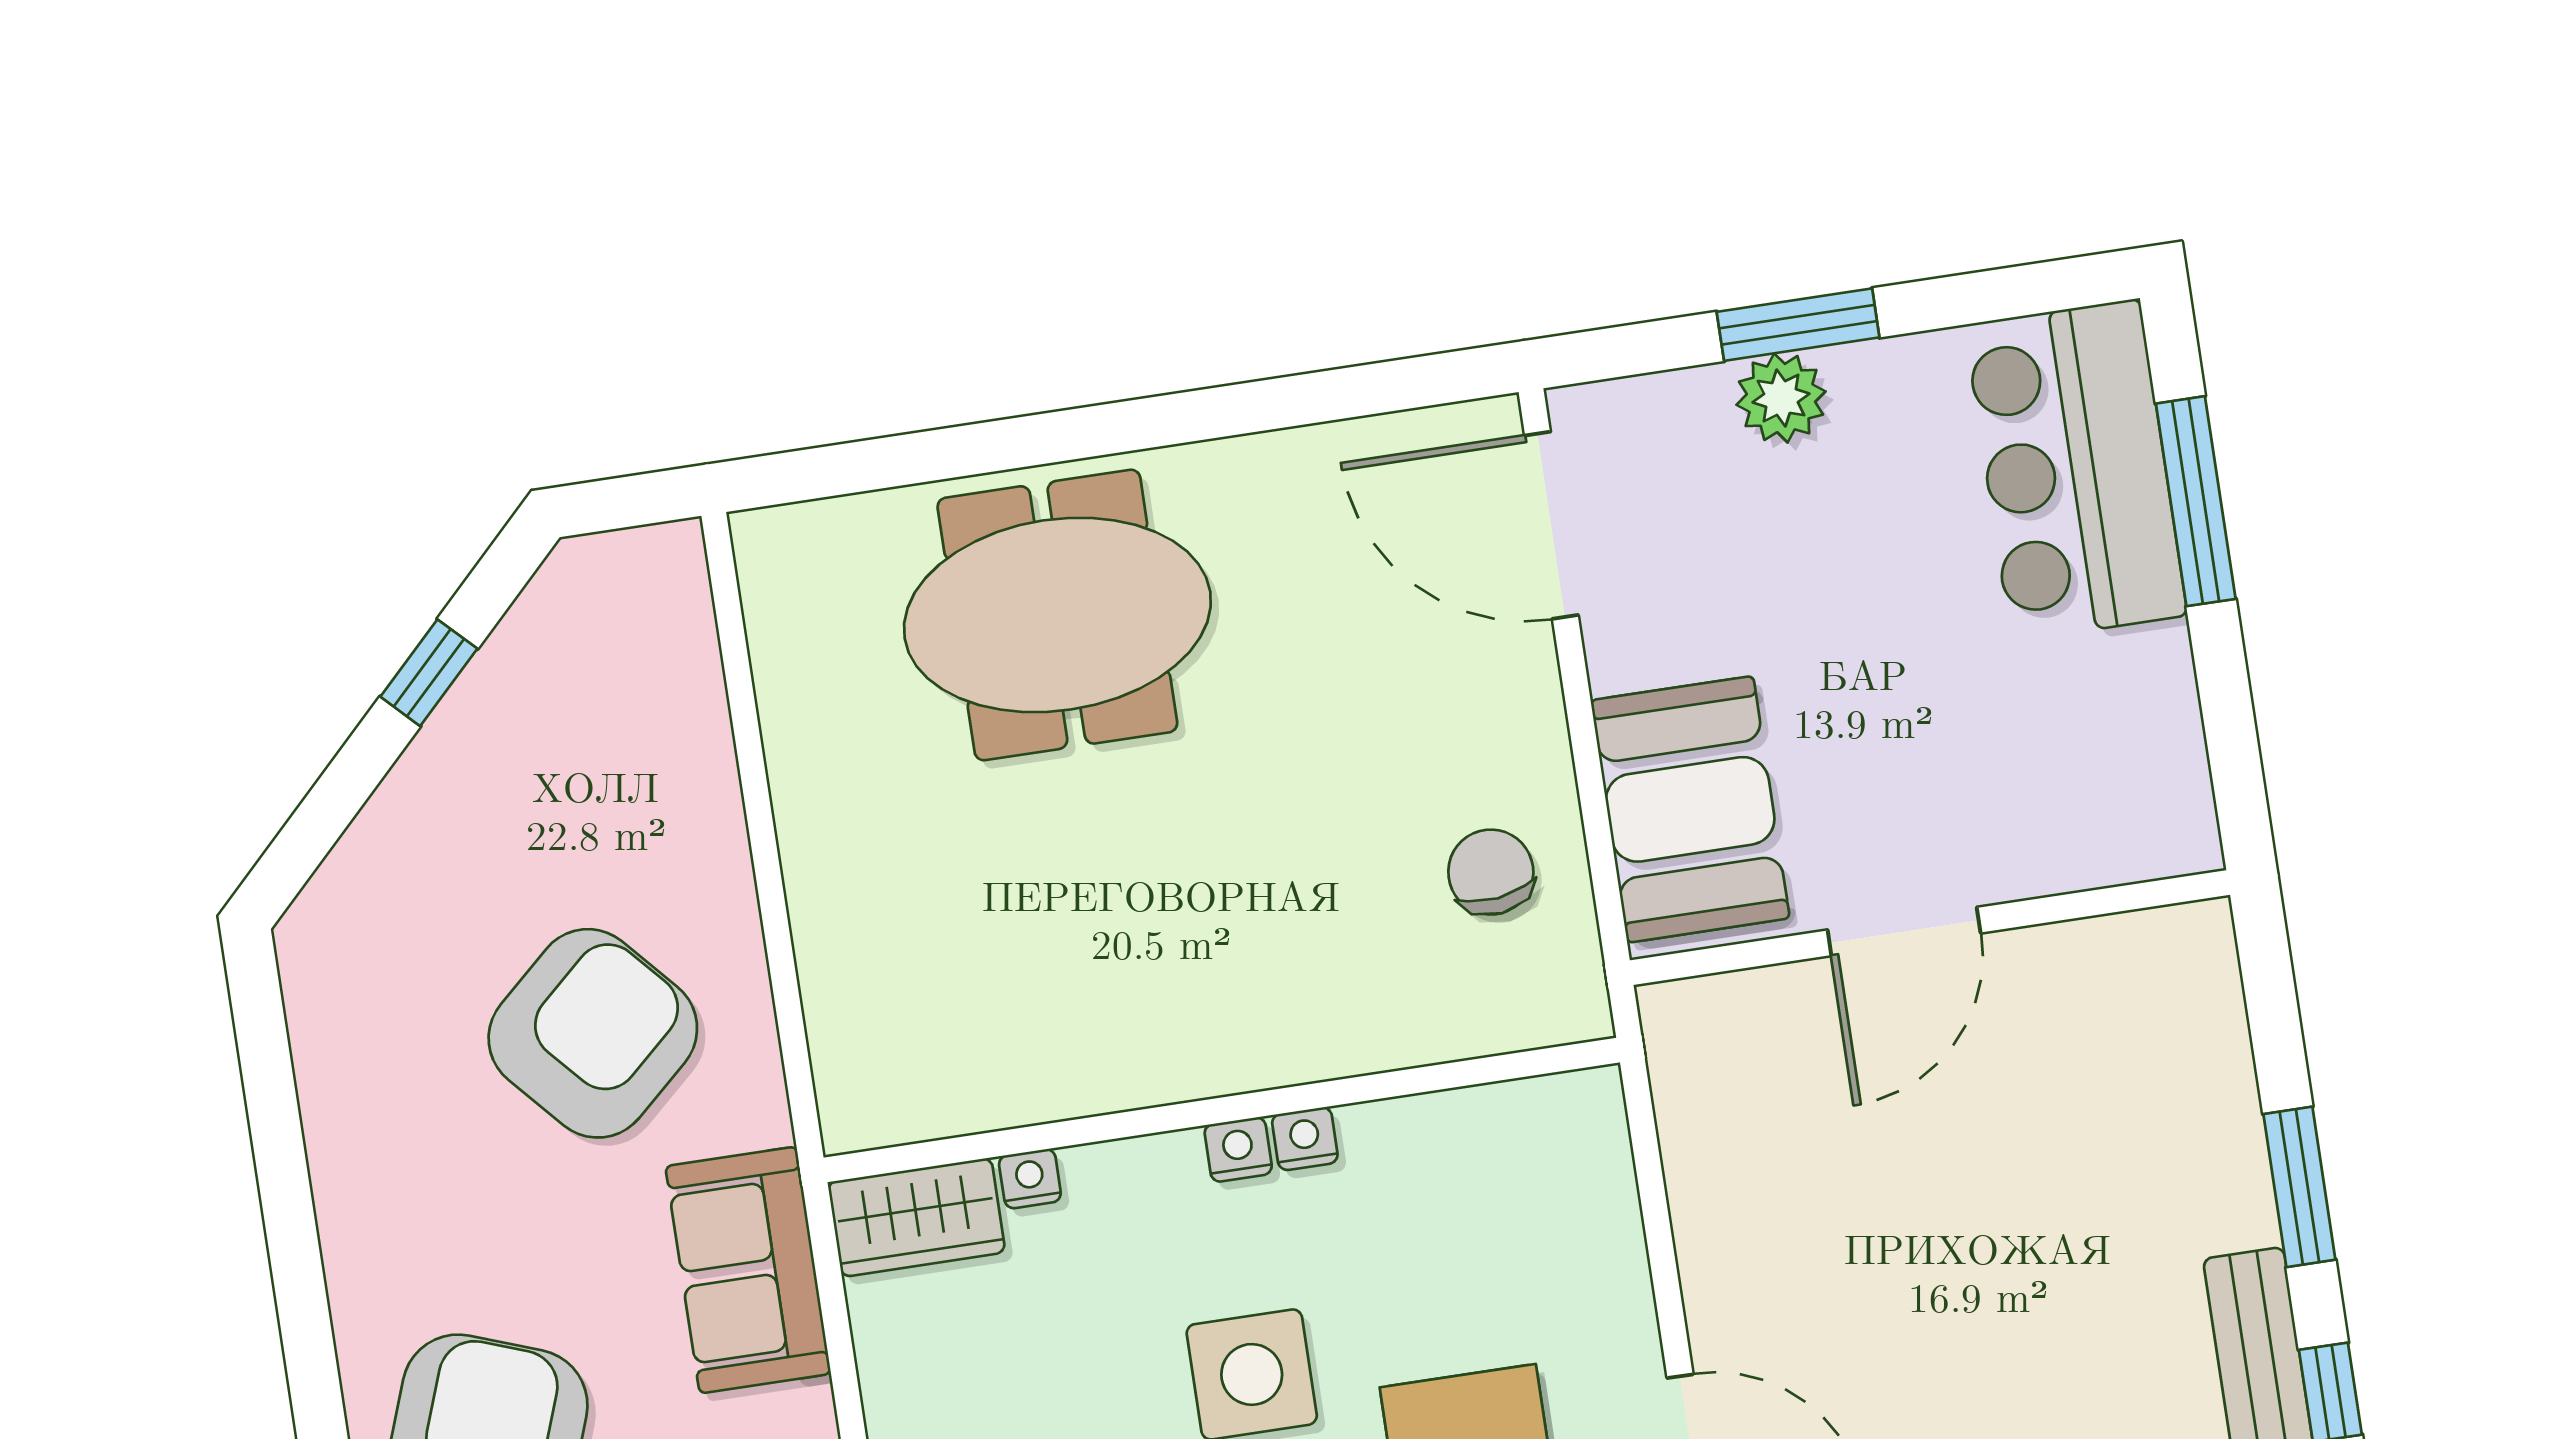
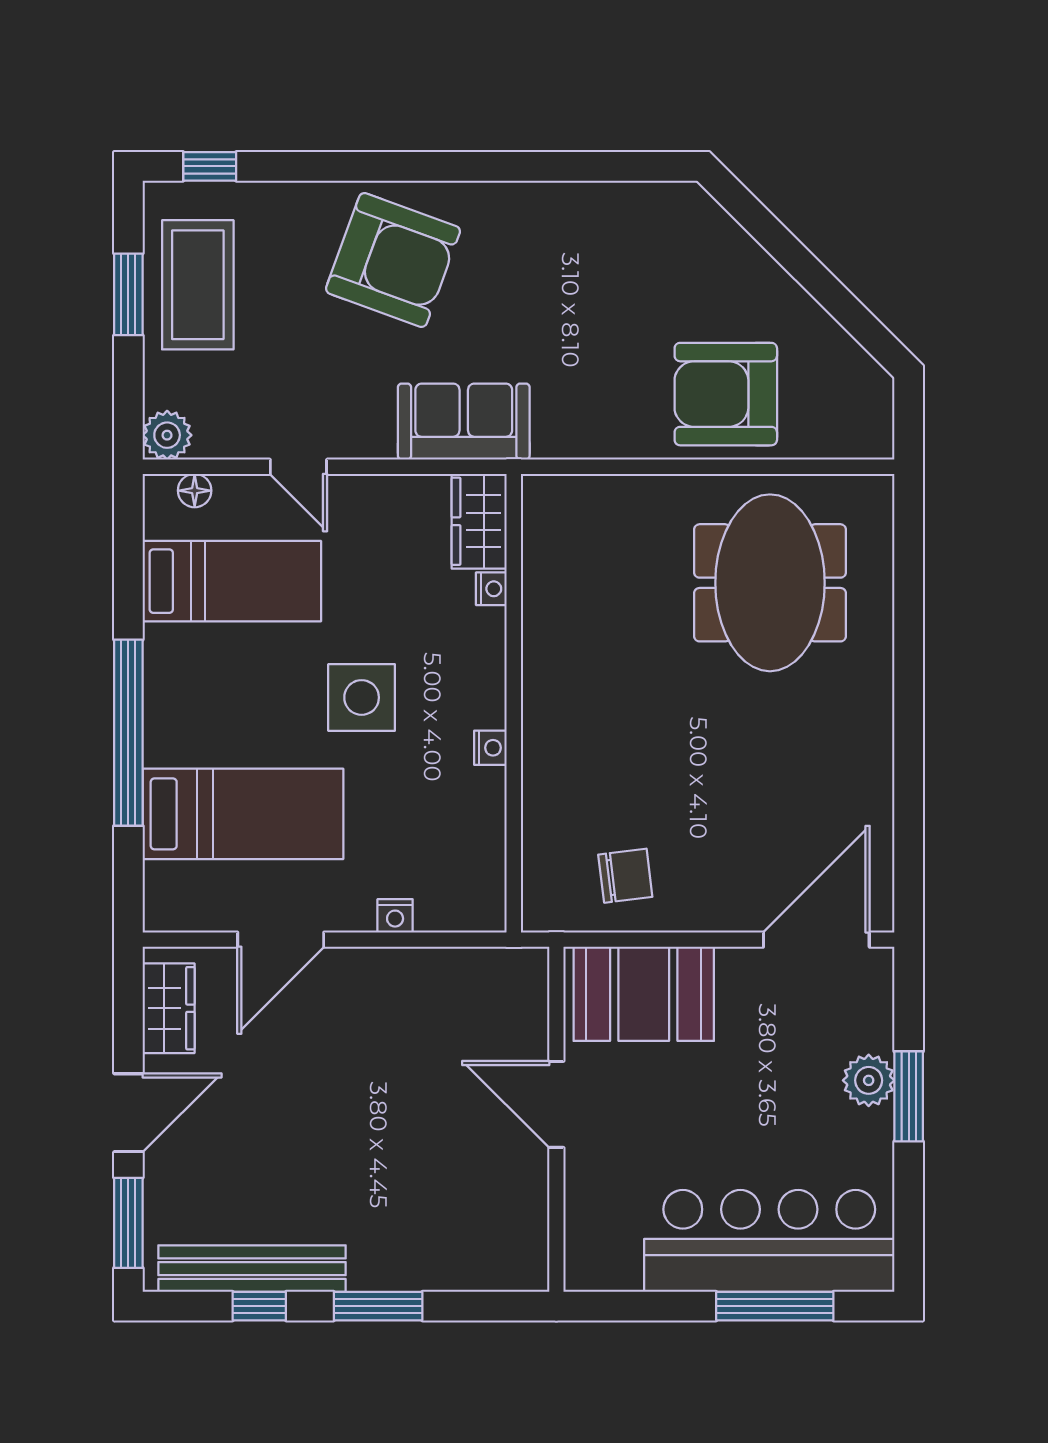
bar counter: (2076, 470) -> (769, 1241), width x1.36
meeting table: (1057, 615) -> (770, 583), moved
window: (429, 673) -> (829, 292), removed
armchair: (593, 1033) -> (726, 394), moved, turned 132
nightstand: (1238, 1149) -> (395, 916), moved, turned 90

